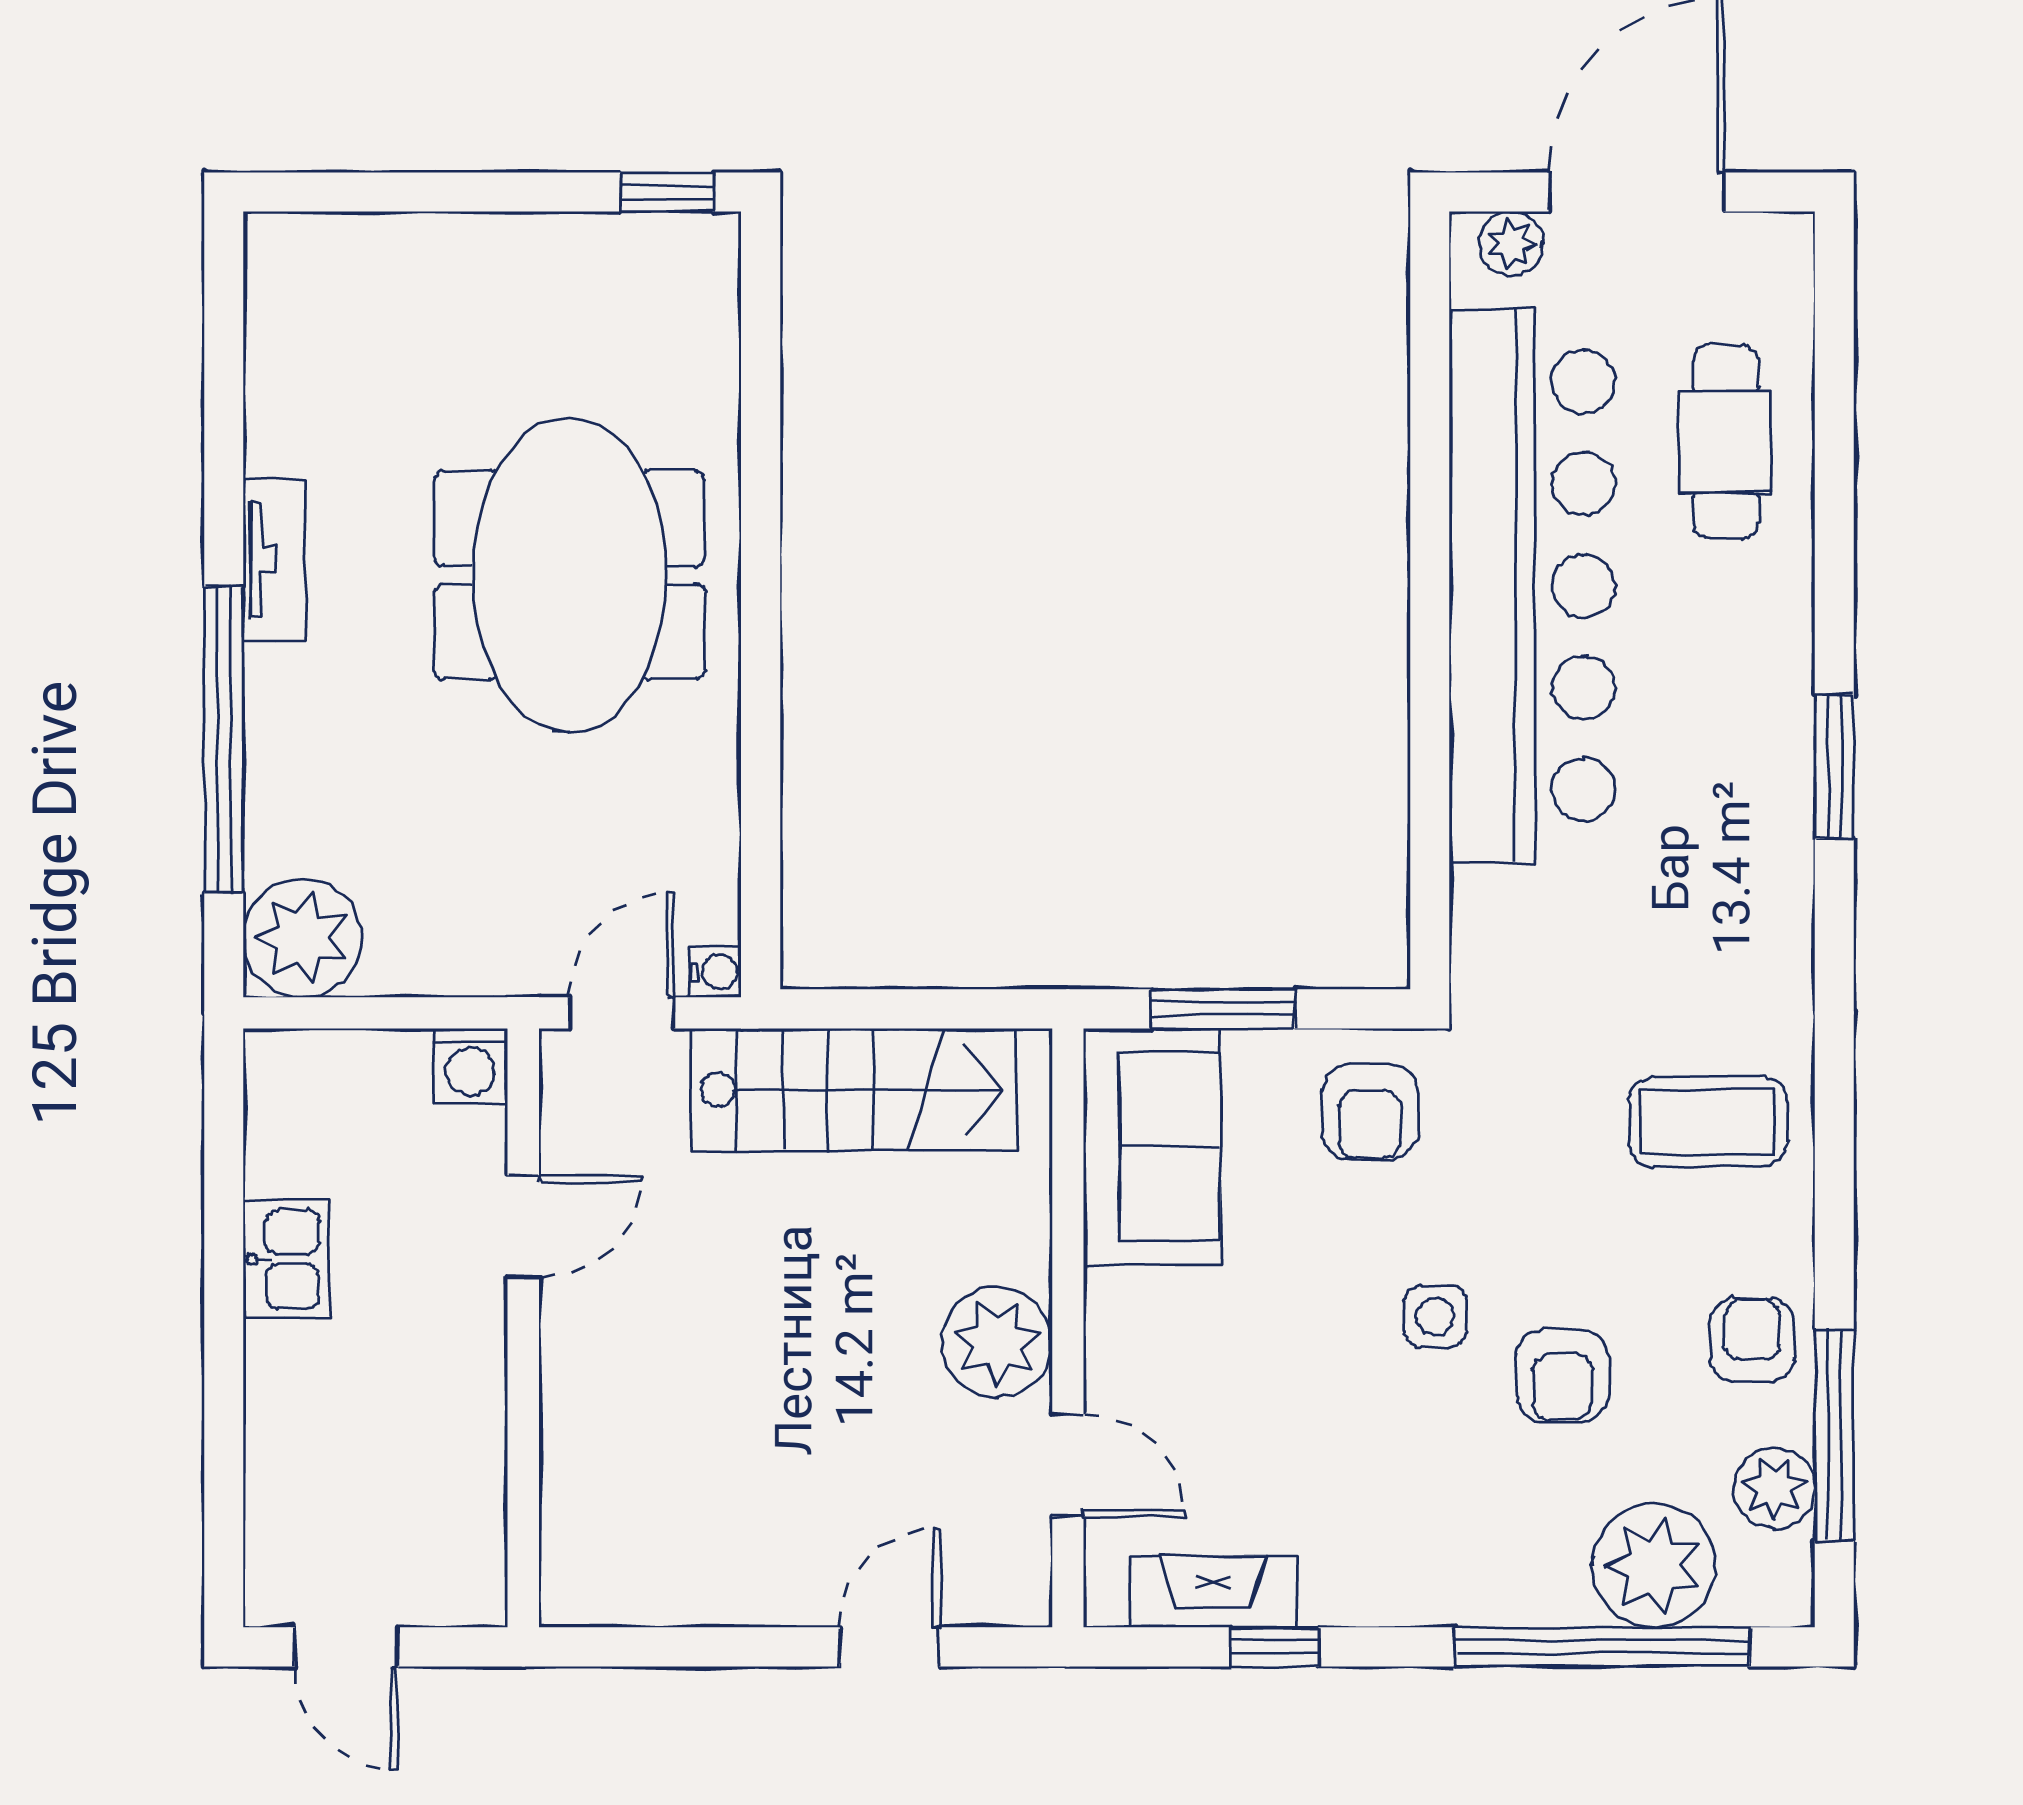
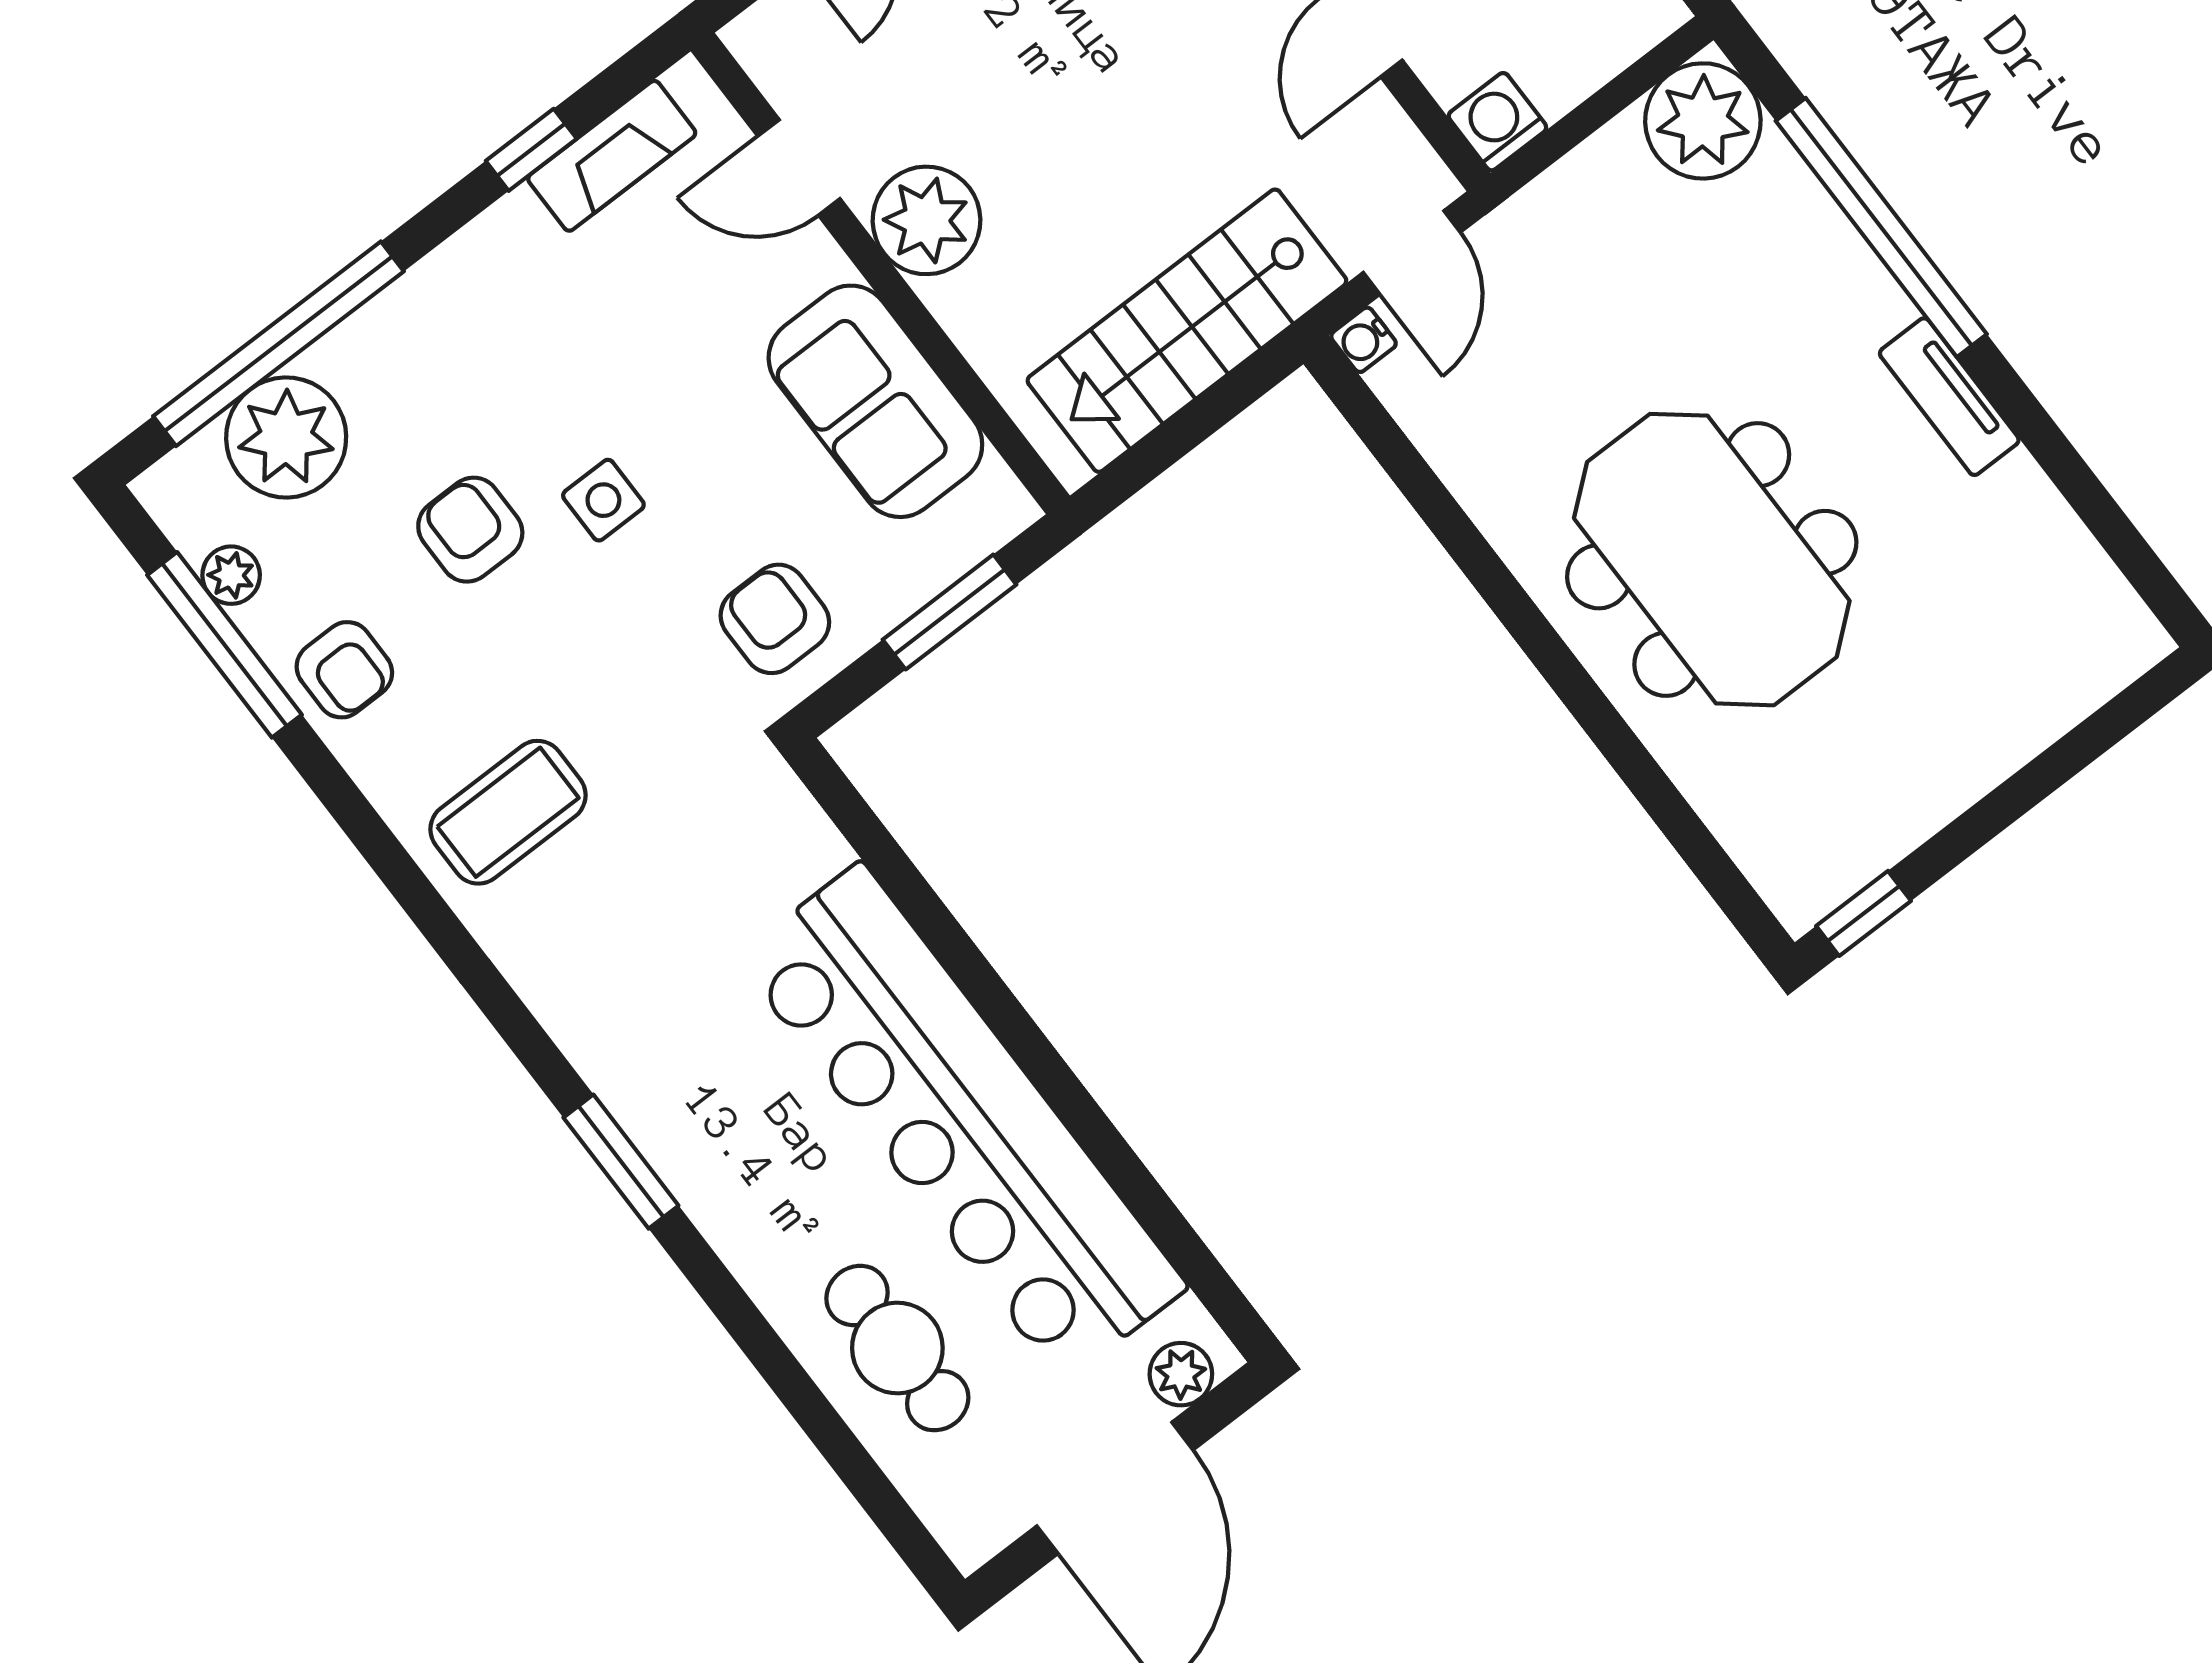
sofa: (1152, 1147) -> (875, 401), moved
plant: (1774, 1488) -> (231, 575), width x0.73, depth x0.73

